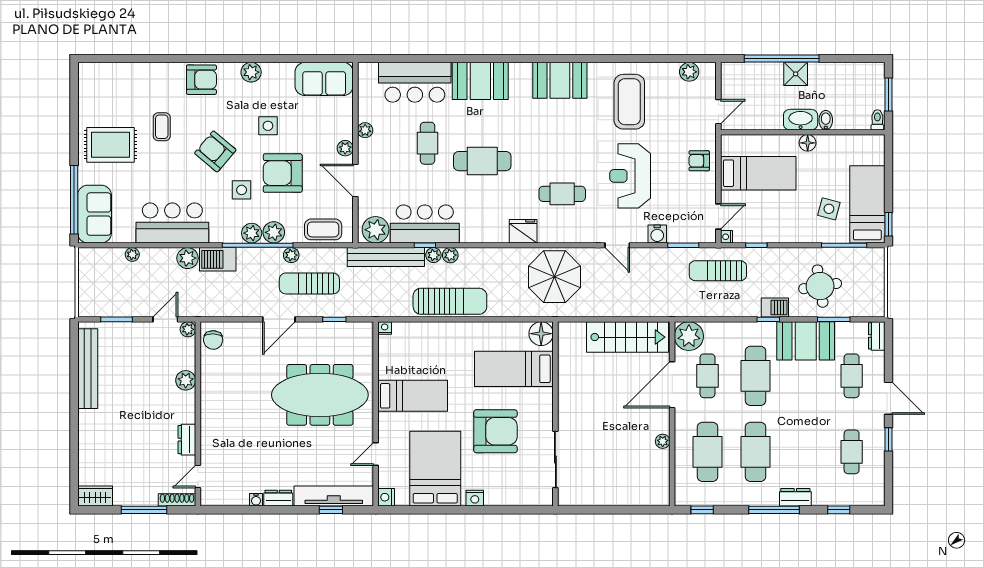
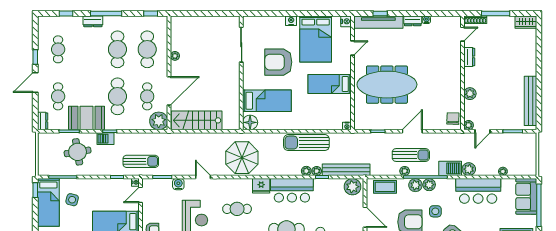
bar counter: (425, 224) -> (292, 190), moved
sun lounger: (309, 283) -> (411, 155), moved
door: (888, 398) -> (35, 82), hinge flipped

